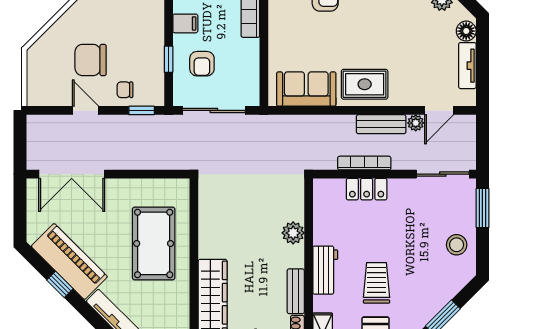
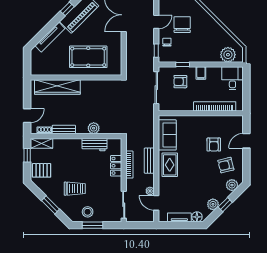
bench: (381, 124) -> (149, 161), moved
window: (482, 208) -> (92, 225), moved
workbench: (325, 270) -> (95, 145), moved
trolley: (377, 283) -> (75, 189), moved

